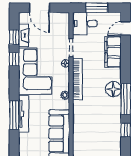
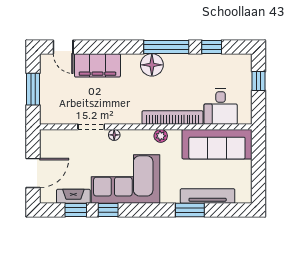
desk: (85, 24) -> (221, 107), moved
bookcase: (77, 79) -> (172, 117), moved
tv unit: (24, 114) -> (208, 196), moved
window: (14, 115) -> (190, 210), width x0.69

